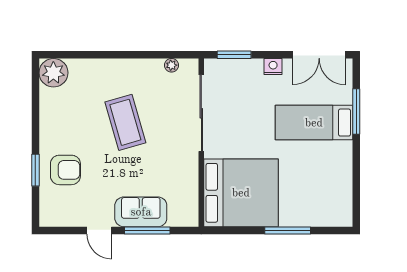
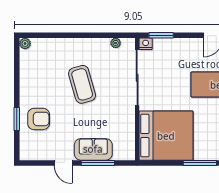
nightstand: (273, 66) -> (146, 44), moved
plant: (53, 73) -> (25, 44), width x0.53, depth x0.53

